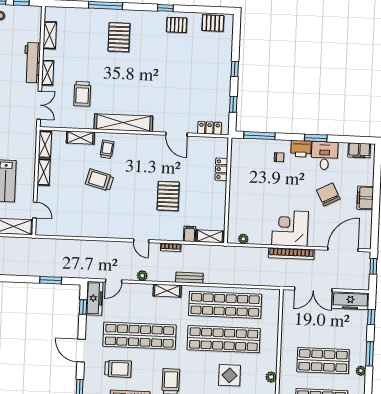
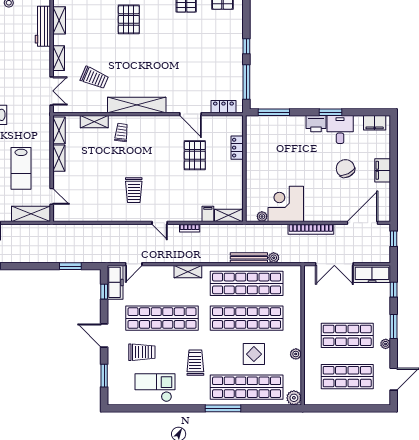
workbench: (32, 63) -> (43, 26), moved
trolley: (82, 94) -> (94, 78), turned -67
window: (233, 104) -> (246, 82), width x2.17
chair: (279, 157) -> (294, 133), removed
trolley: (99, 180) -> (134, 190), moved, turned -105
pallet: (168, 196) -> (195, 155), moved
corner desk: (290, 228) -> (286, 204), moved
plant: (142, 276) -> (274, 258), moved
bench: (189, 278) -> (249, 258), moved, width x1.36

